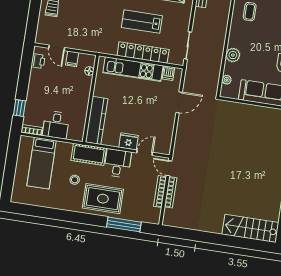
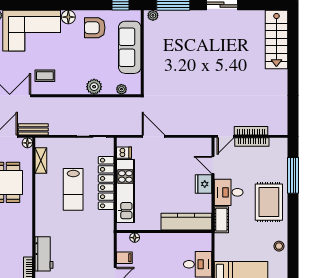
cot: (89, 154) -> (221, 220), width x0.73, depth x0.75
stool: (75, 180) -> (279, 246), moved

